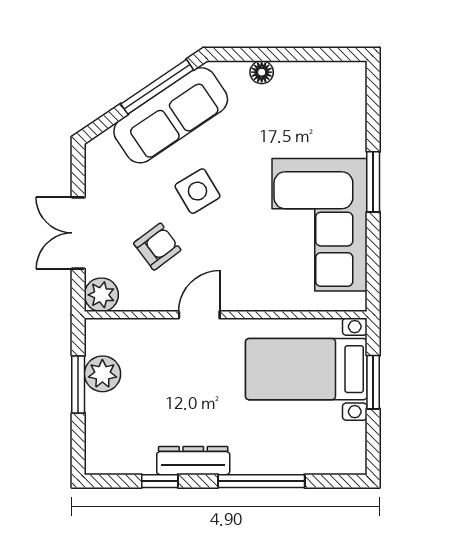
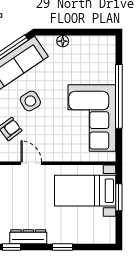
window: (373, 182) -> (119, 96), width x2.11
door: (199, 315) -> (31, 163), hinge flipped
window: (261, 481) -> (63, 247), width x0.46

